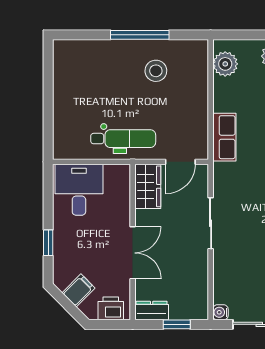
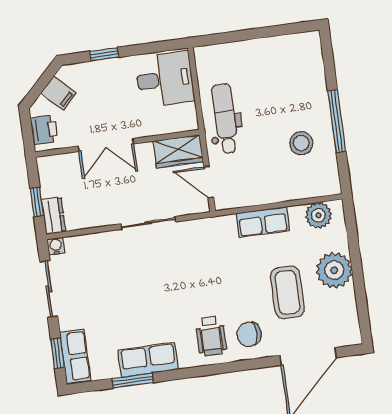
row of seats: (224, 137) -> (263, 222), moved
dental chair: (123, 139) -> (225, 118), turned 180
dresser: (152, 310) -> (54, 215), moved

